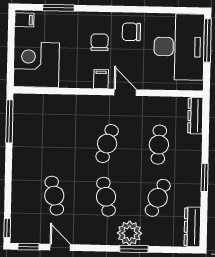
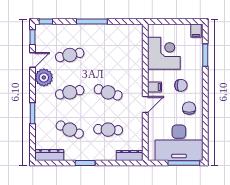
corner desk: (36, 65) -> (164, 53), moved
window: (9, 121) -> (92, 22), moved
plant: (129, 233) -> (44, 77), moved

